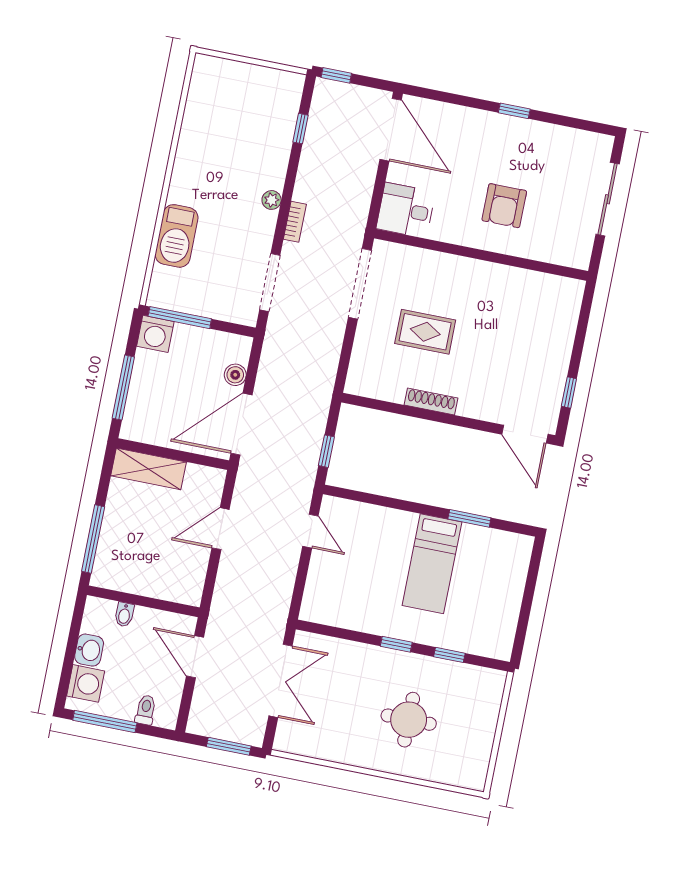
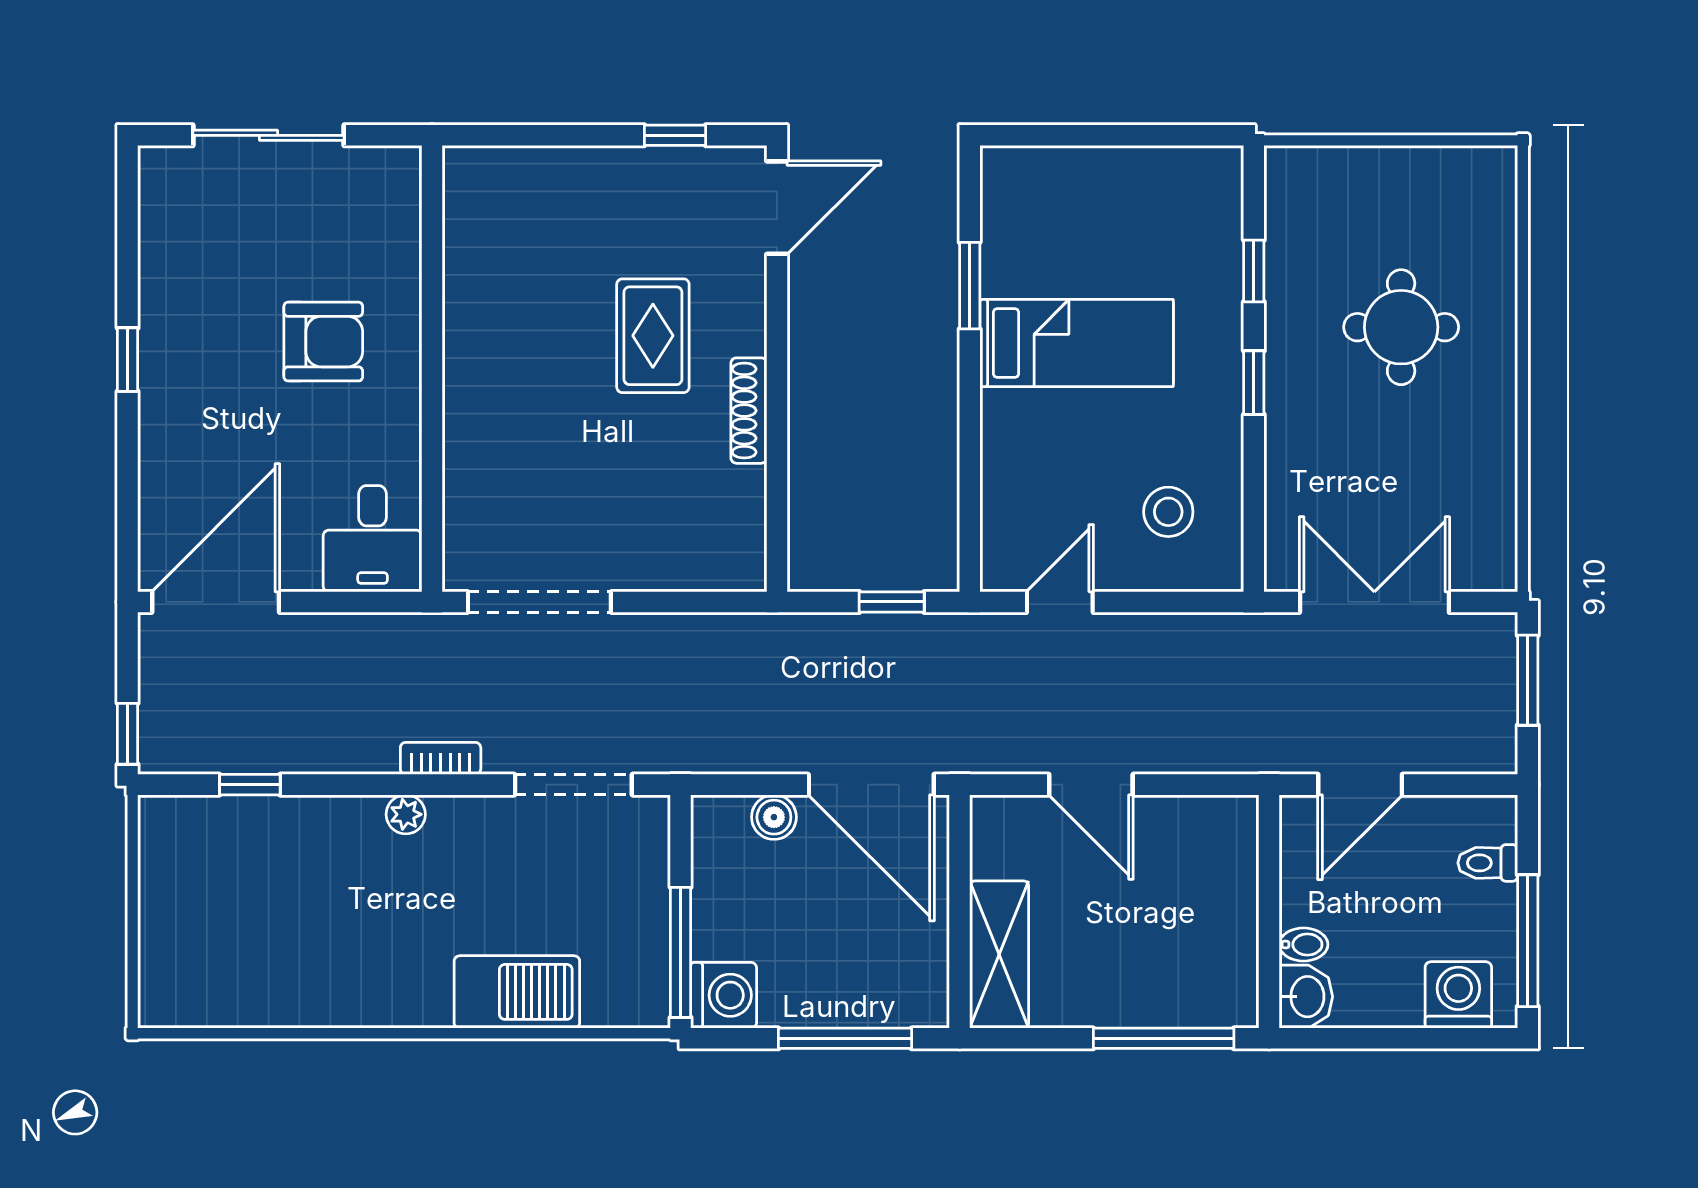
rug: (425, 332) -> (653, 336), moved
stool: (343, 591) -> (1168, 512), added
washbasin: (89, 650) -> (1306, 997), moved, turned 90

